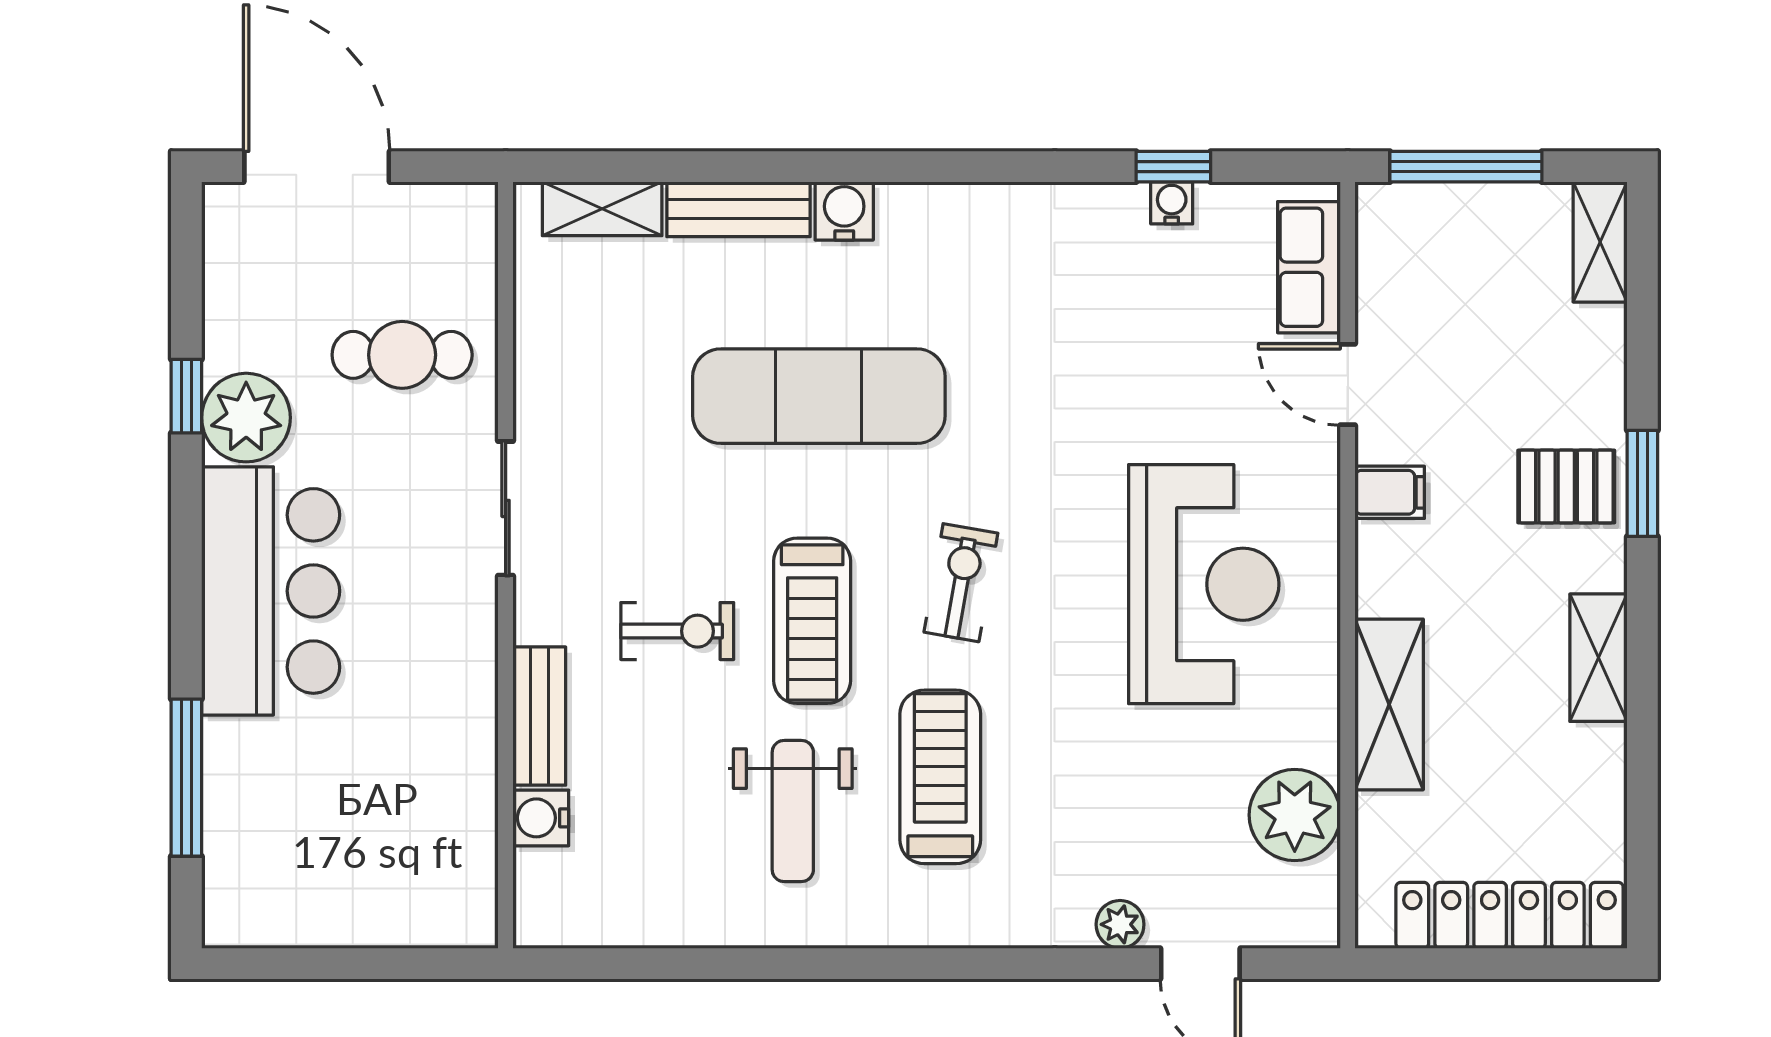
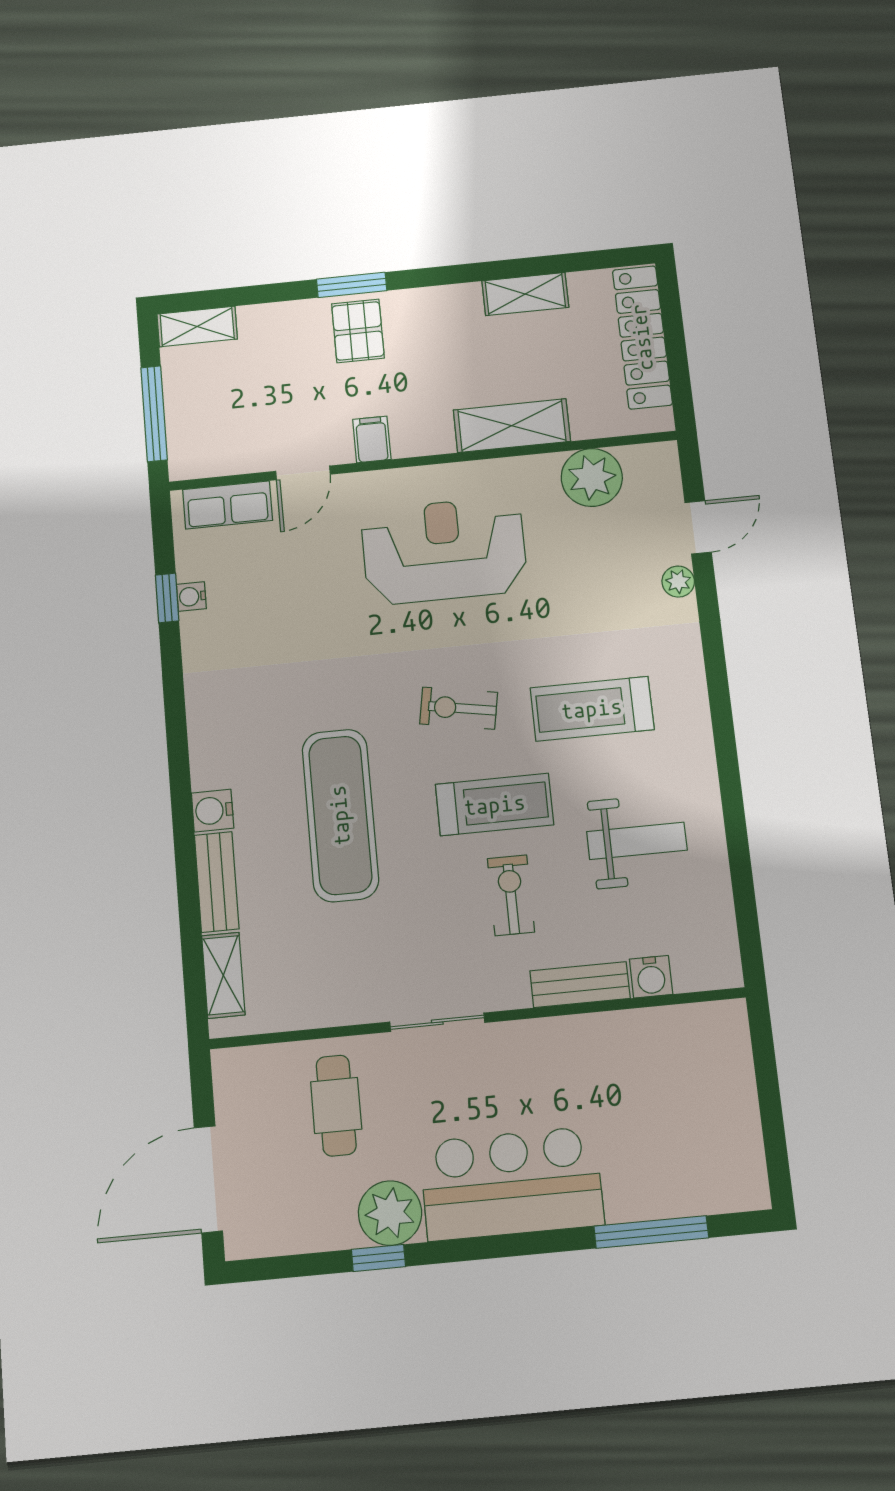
shelving: (1598, 658) -> (525, 294), moved
weight bench: (793, 811) -> (637, 841), moved

